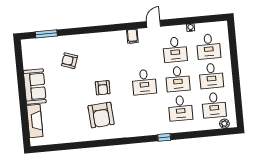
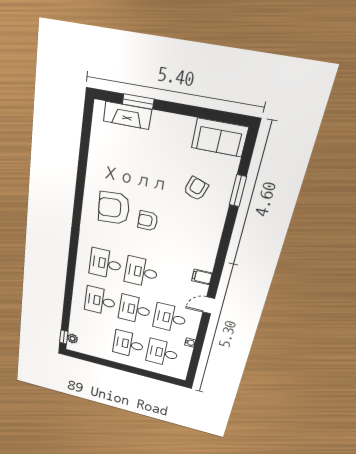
door: (153, 24) -> (209, 305), swing flipped
window: (46, 34) -> (238, 191), moved
sofa: (35, 87) -> (220, 137), moved
desk: (214, 105) -> (105, 264), moved
window: (24, 116) -> (138, 102), added
window: (164, 137) -> (64, 337), moved

